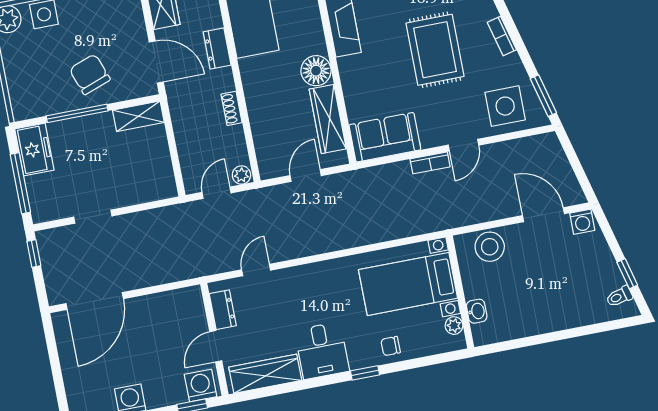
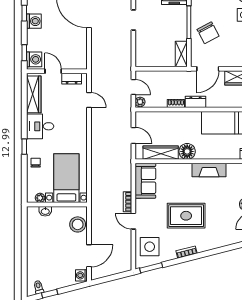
dresser: (217, 48) -> (195, 102), moved
chair: (90, 74) -> (208, 33), turned 82

